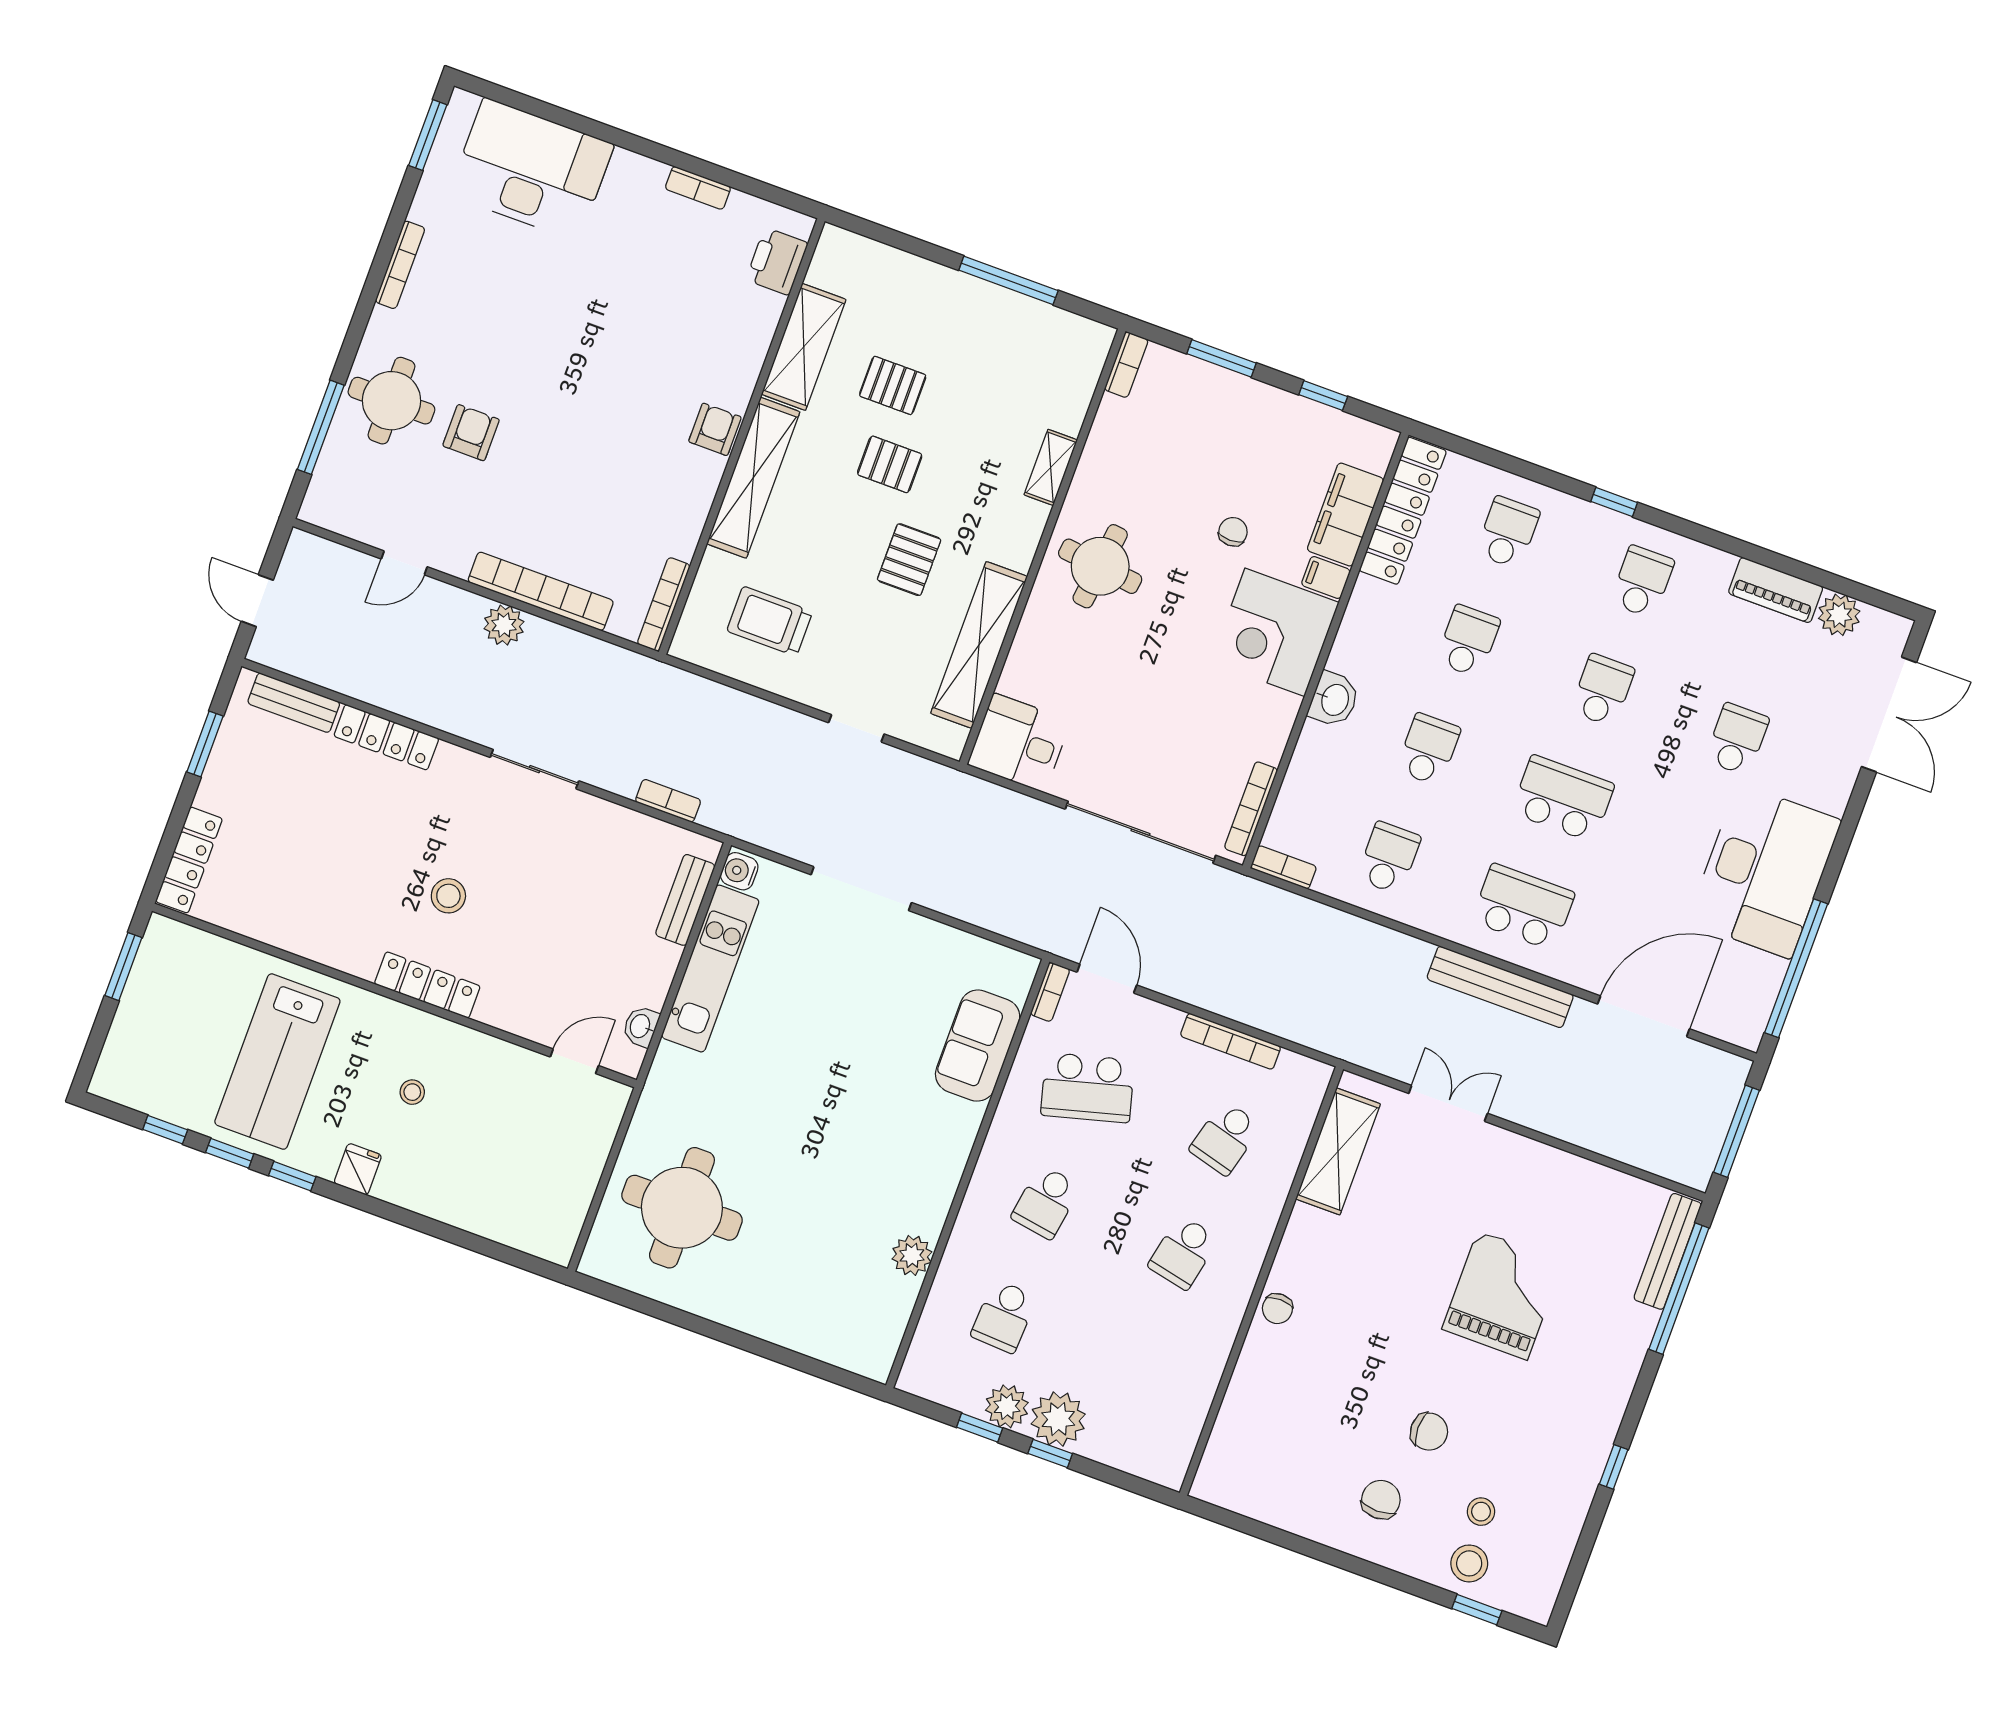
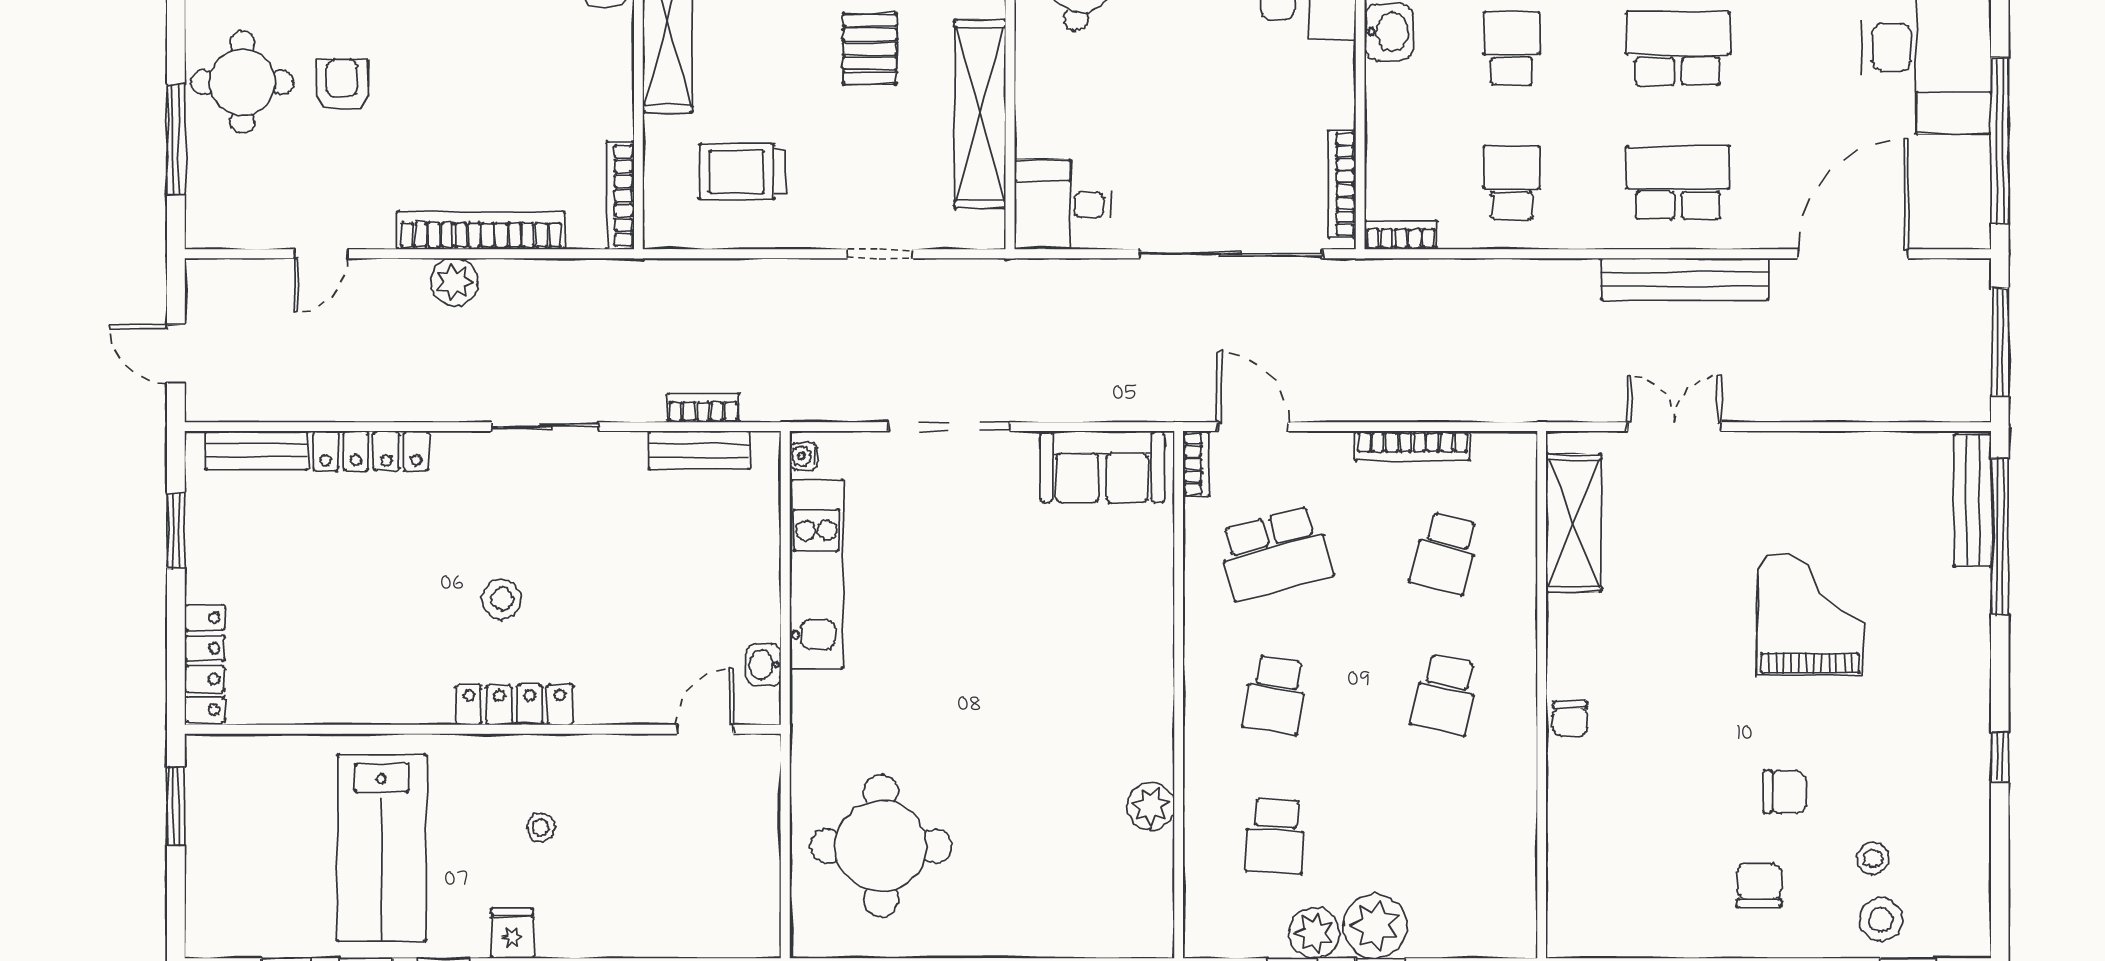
water cooler: (739, 871) -> (804, 456), width x0.72, depth x0.72
bench: (685, 900) -> (699, 450), moved, turned 90
sofa: (978, 1046) -> (1102, 467), moved, turned -90

